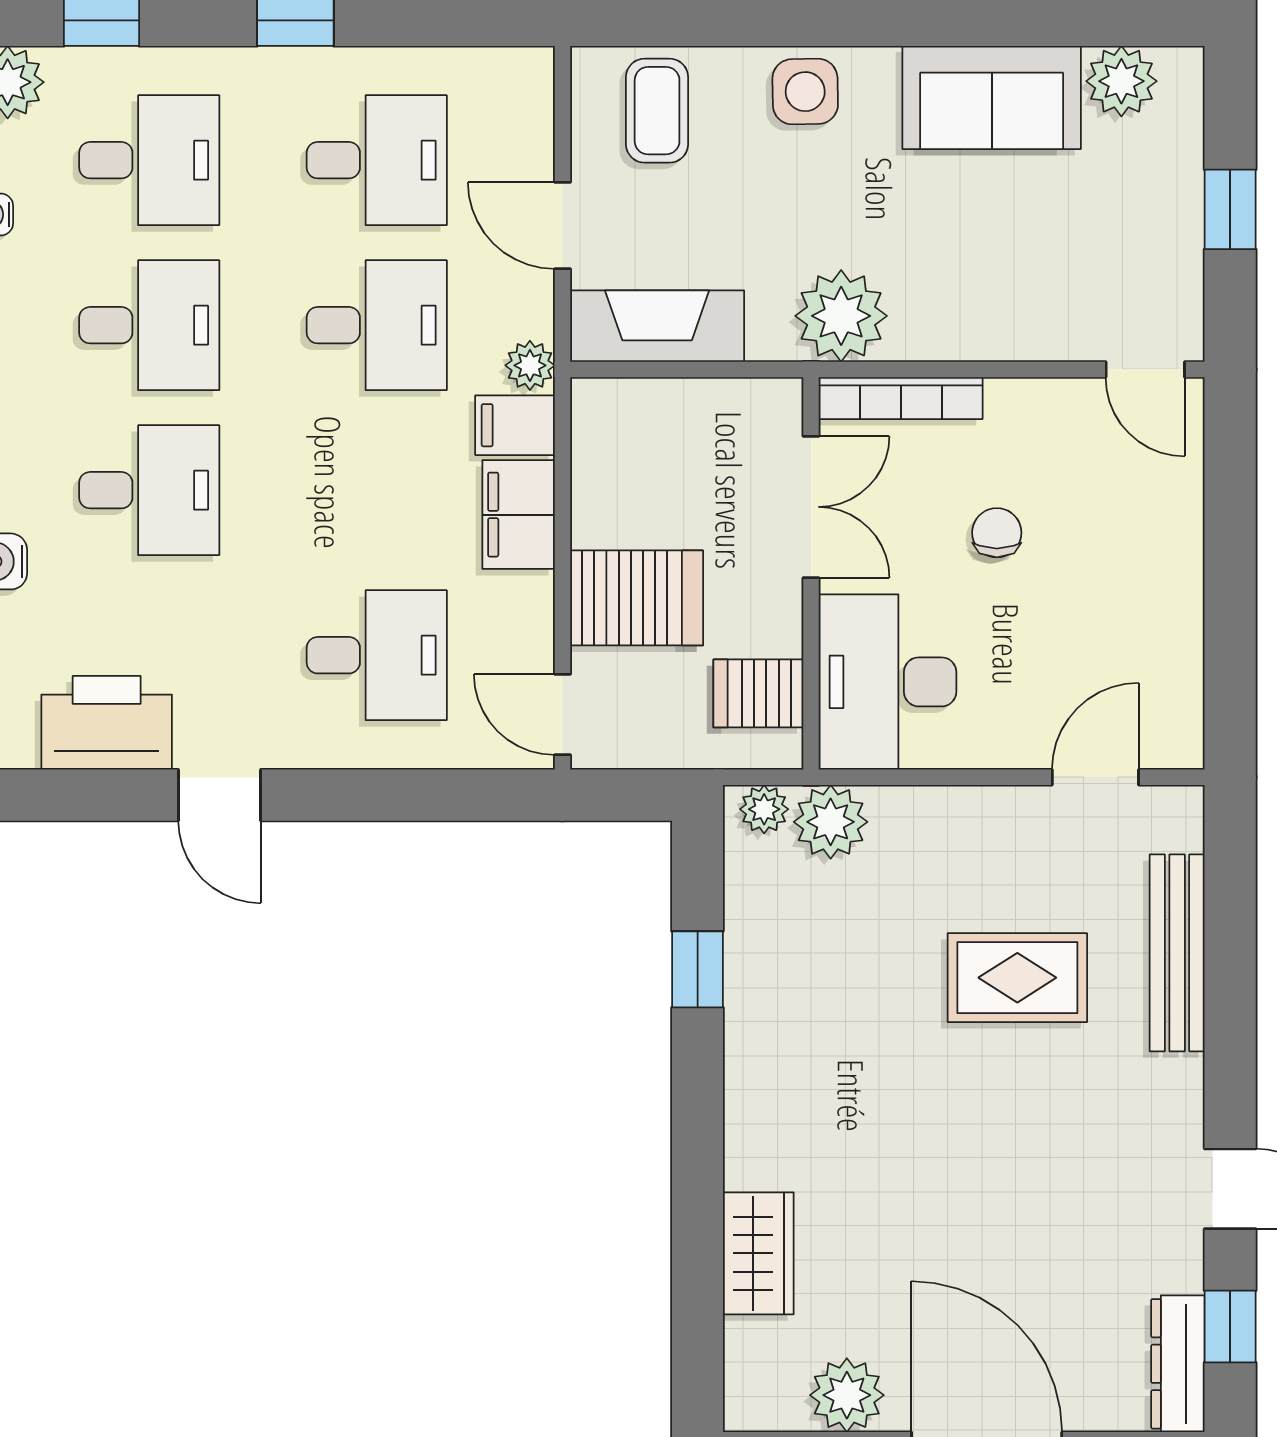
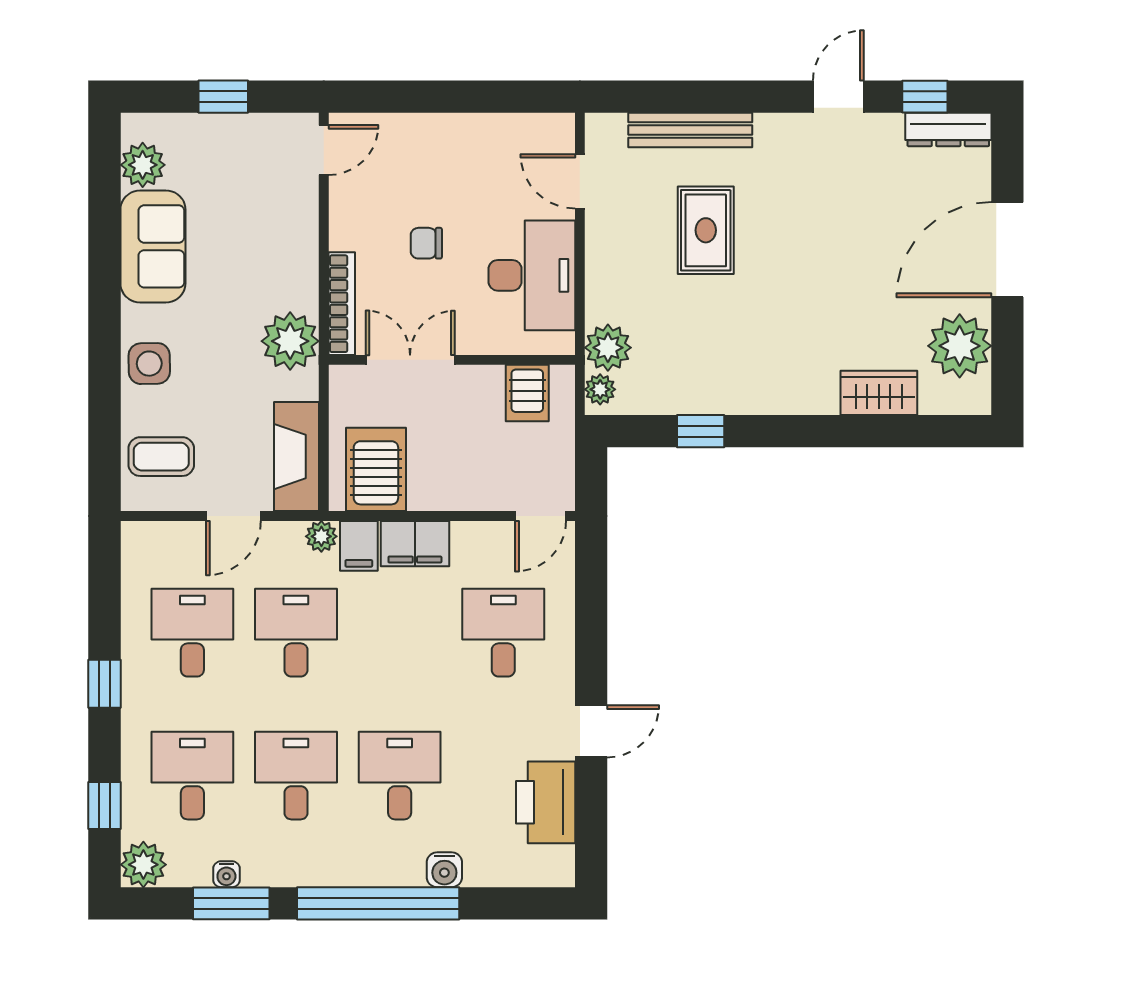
server rack: (637, 598) -> (376, 469), moved
desk: (887, 682) -> (532, 275), moved, turned -90
plant: (847, 1395) -> (960, 346), width x1.36, depth x1.36

